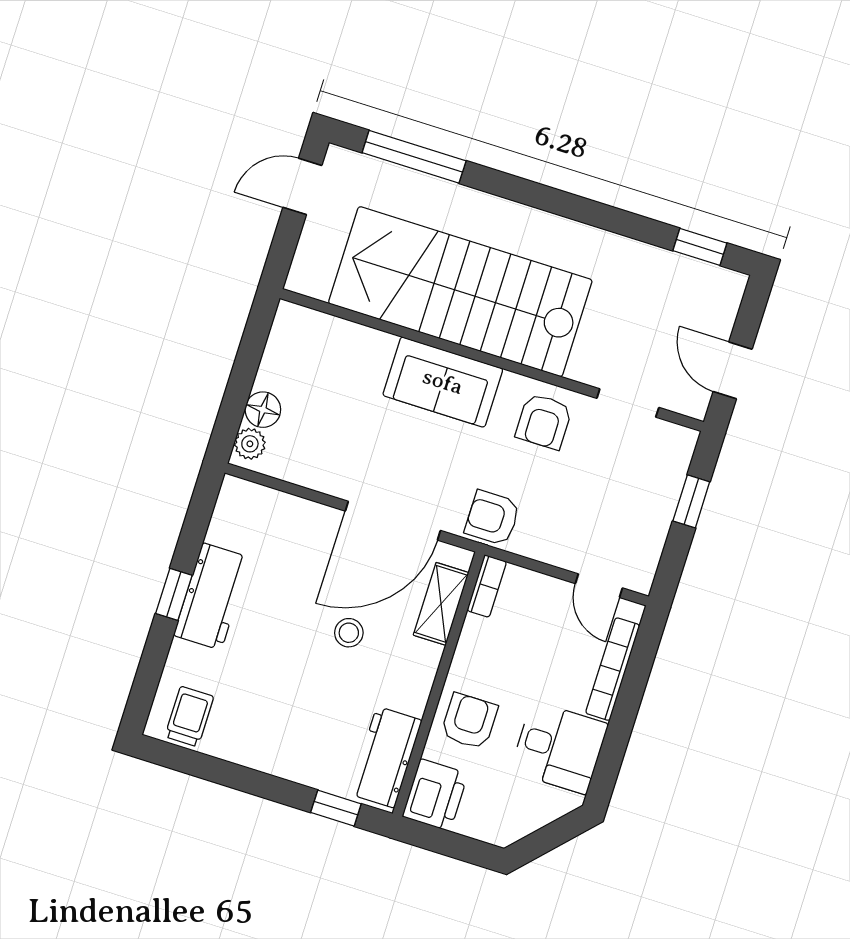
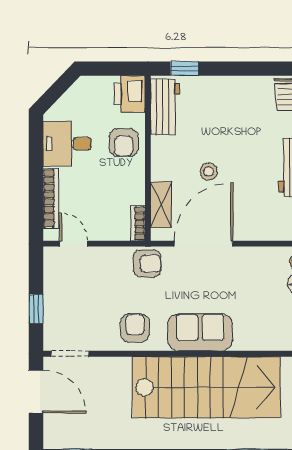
door: (733, 370) -> (36, 391), width x1.38
doorway: (628, 403) -> (70, 354), moved

